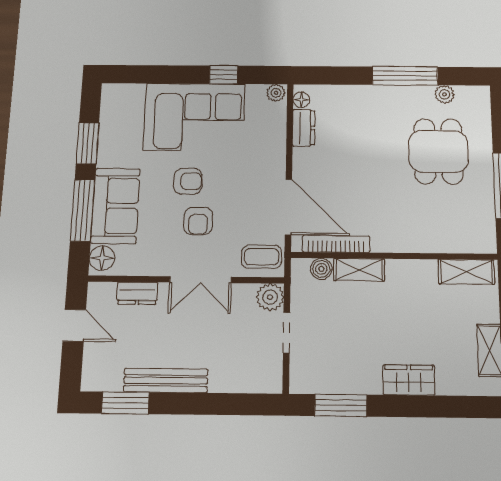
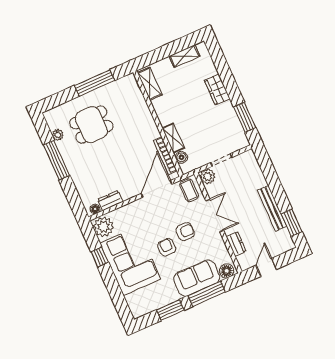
plant: (276, 93) -> (103, 227), width x1.88, depth x1.88

